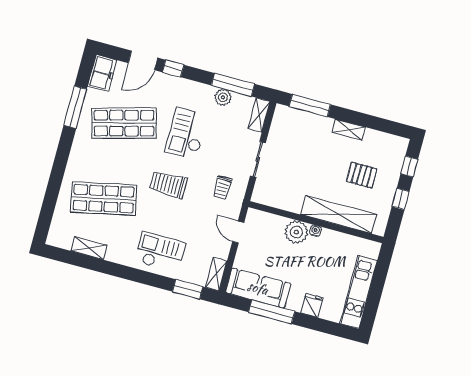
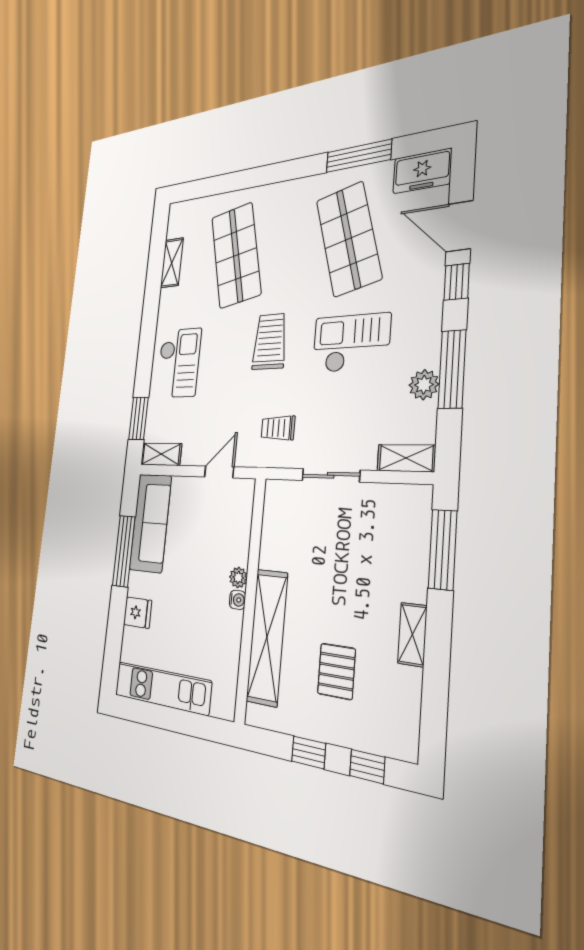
window: (233, 85) -> (452, 369), moved
plant: (296, 232) -> (238, 578), width x0.53, depth x0.53

